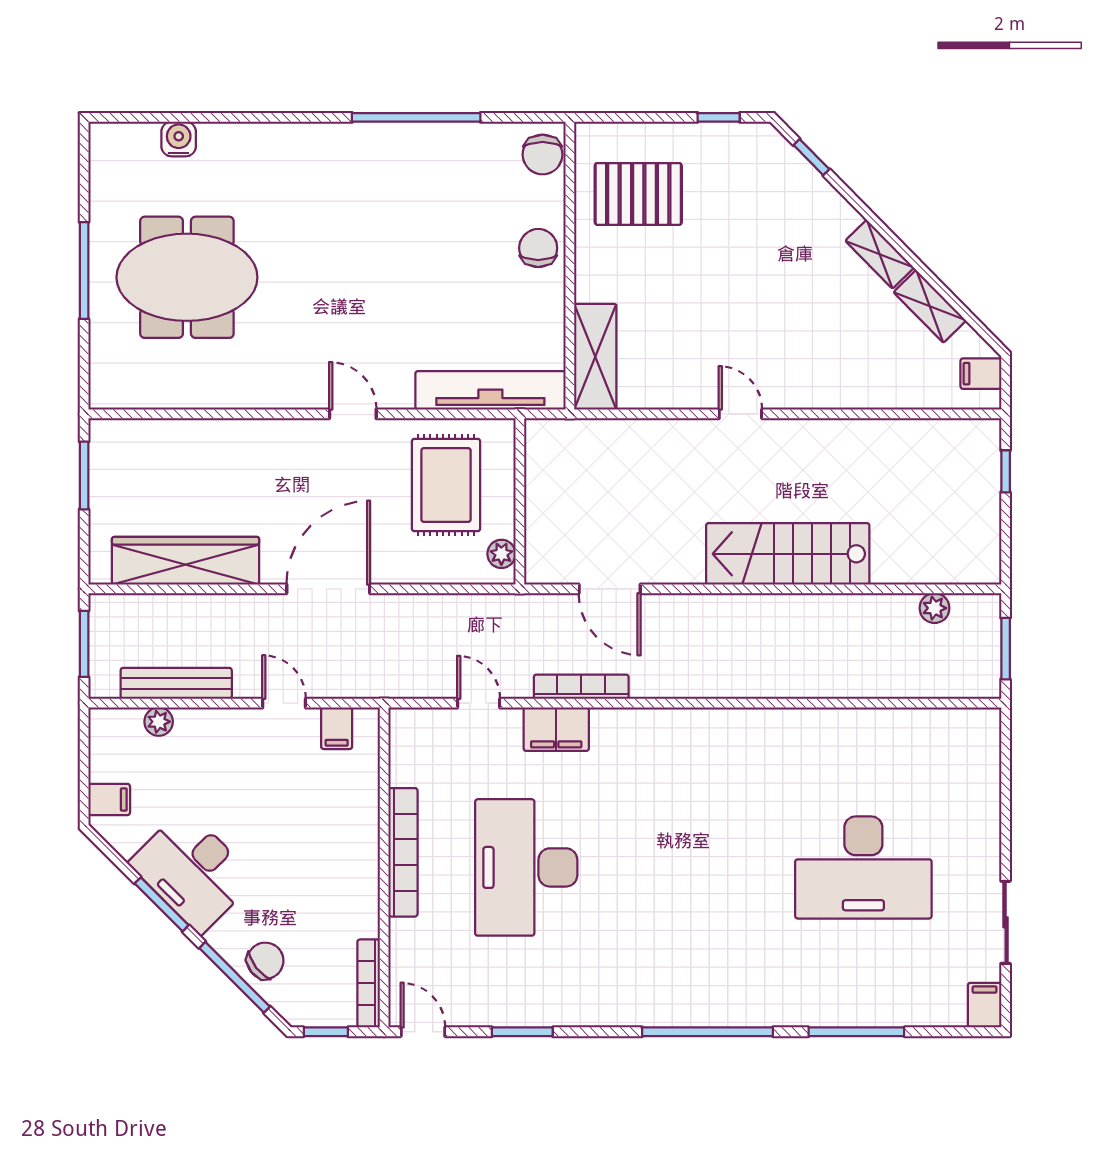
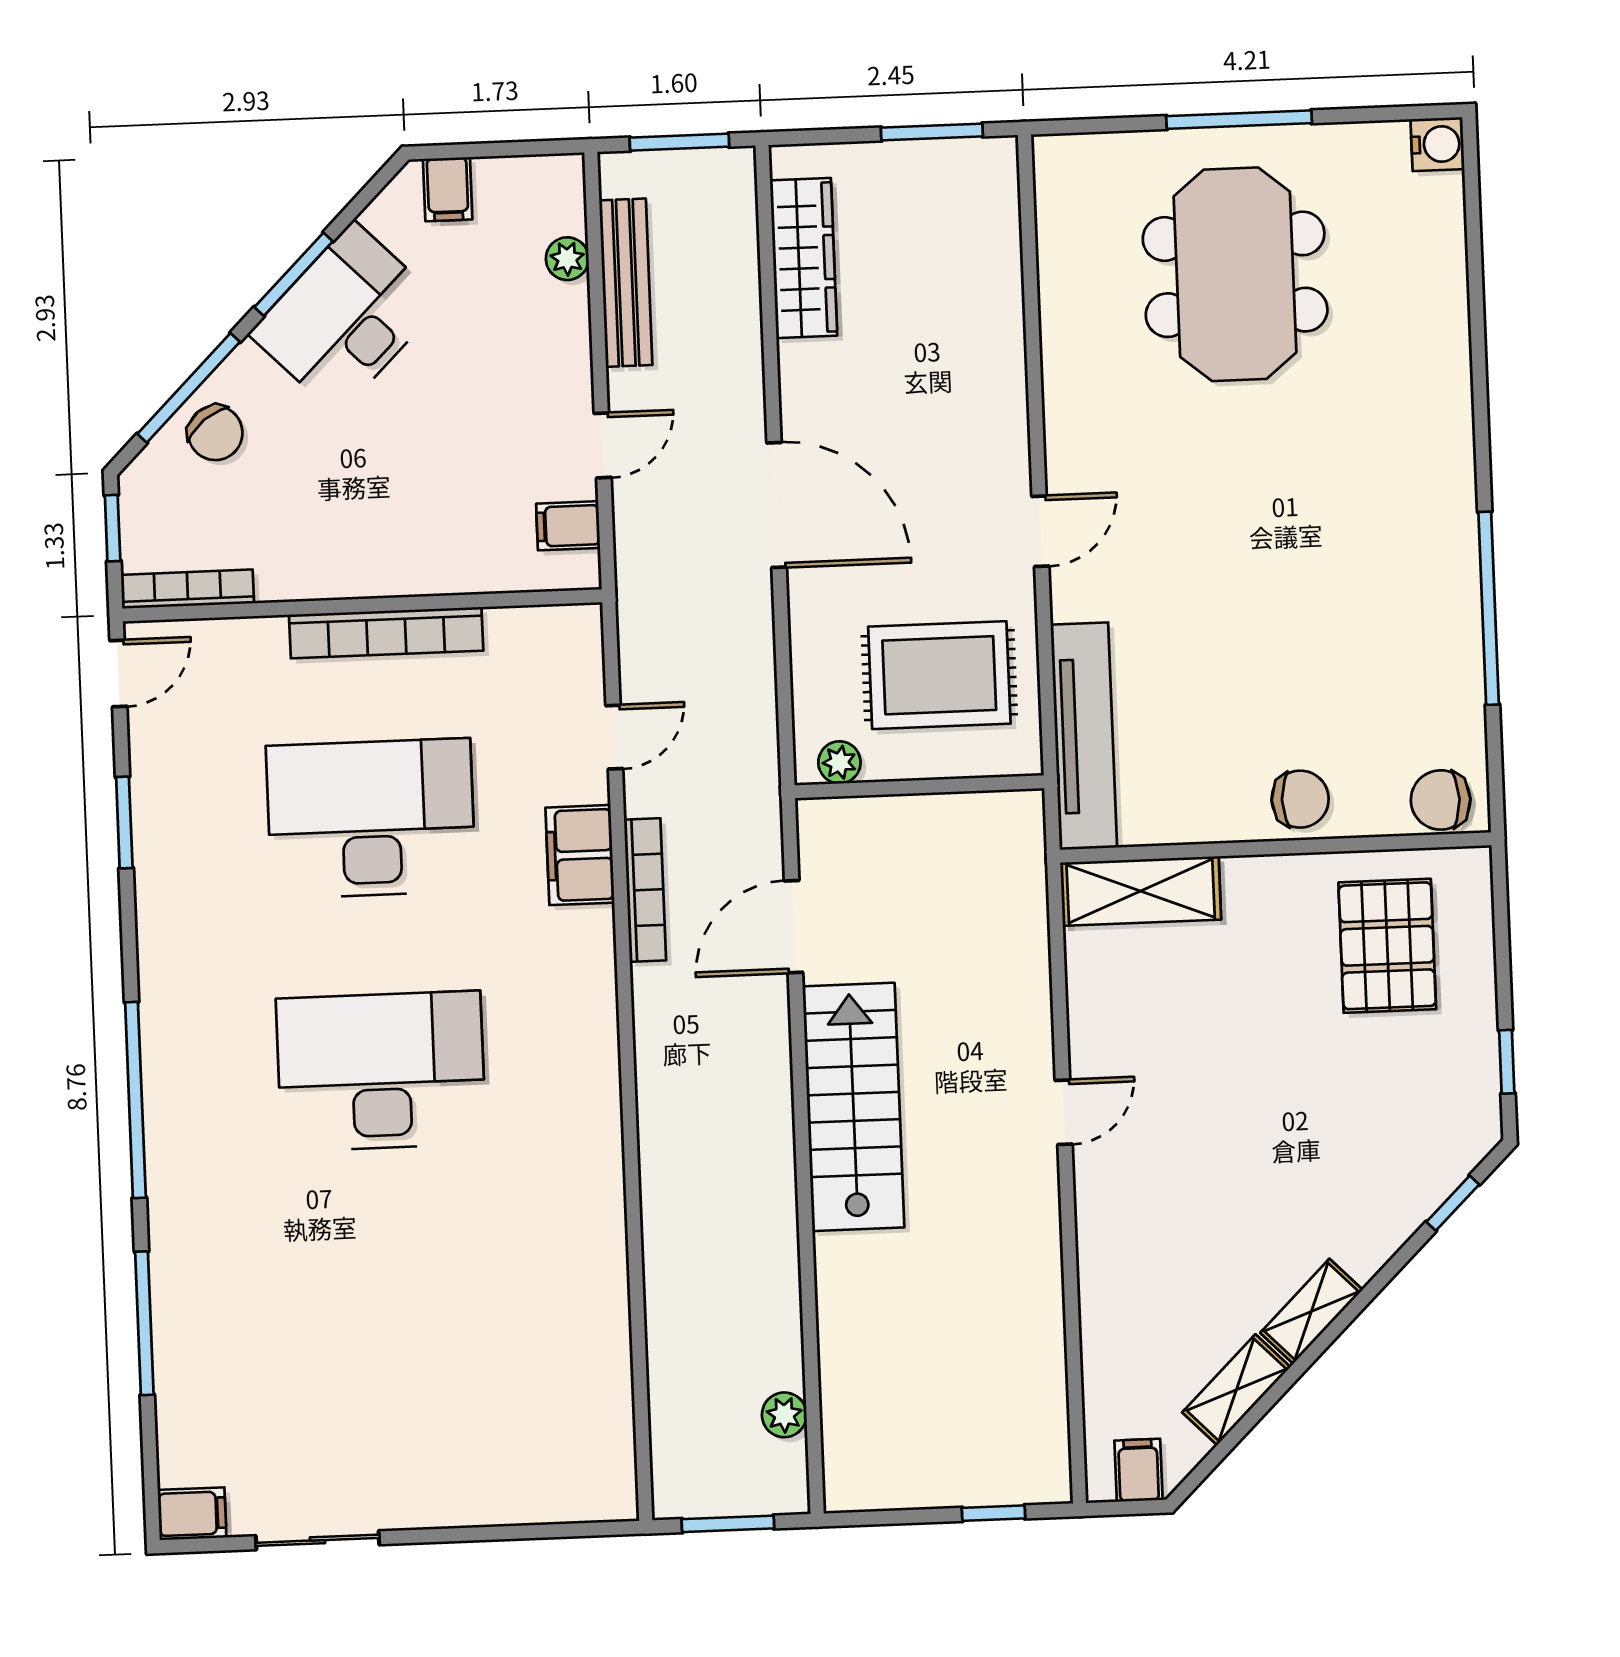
water cooler: (179, 139) -> (1437, 144), moved
stairs: (788, 554) -> (853, 1107), moved
wardrobe: (186, 561) -> (804, 258), width x0.71, depth x0.85
desk: (863, 867) -> (381, 1071), moved, turned 90

